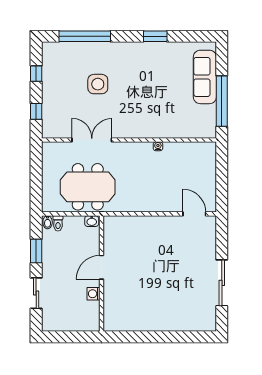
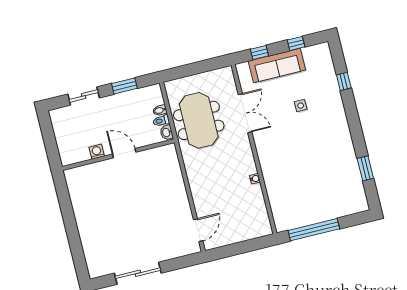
window: (85, 36) -> (344, 81), width x0.32
window: (155, 36) -> (365, 168), moved
sofa: (205, 77) -> (277, 65), moved, turned 180
side table: (98, 84) -> (301, 106), width x0.54, depth x0.54
bidet: (48, 222) -> (160, 110), moved
toilet: (58, 223) -> (161, 121), moved

